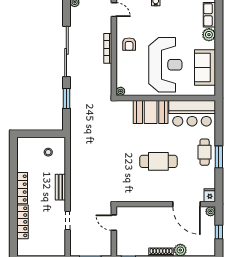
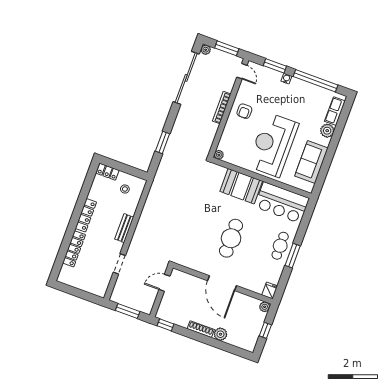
sliding door: (66, 51) -> (186, 78), moved
reception desk: (165, 65) -> (273, 145), turned 180
locker: (27, 142) -> (108, 172), added
cafe table: (158, 161) -> (231, 238), turned 90
door: (187, 204) -> (222, 283), moved
door: (114, 223) -> (164, 283), hinge flipped

